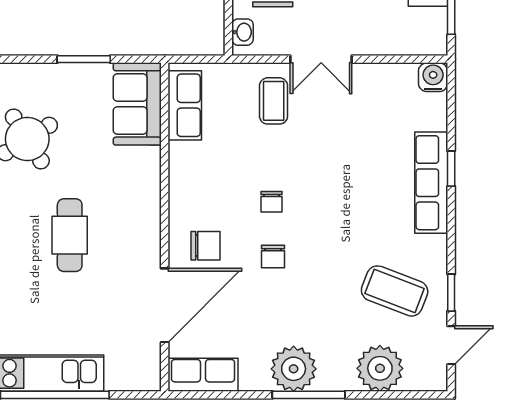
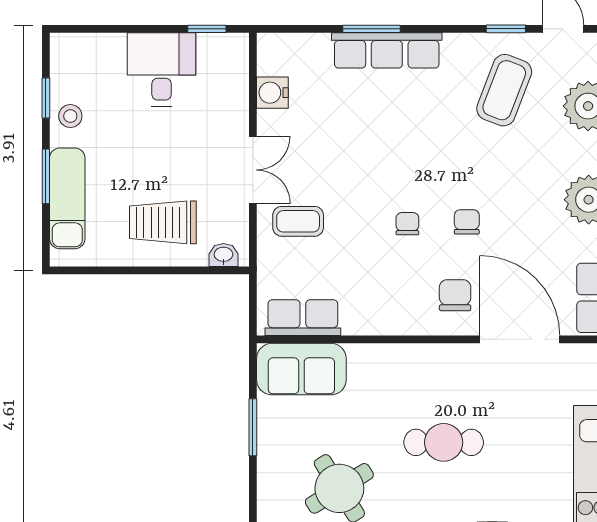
water cooler: (433, 77) -> (272, 93), moved
window: (451, 169) -> (372, 29), width x1.50
chair: (271, 202) -> (407, 224), turned -90
chair: (273, 257) -> (467, 222), turned -90

